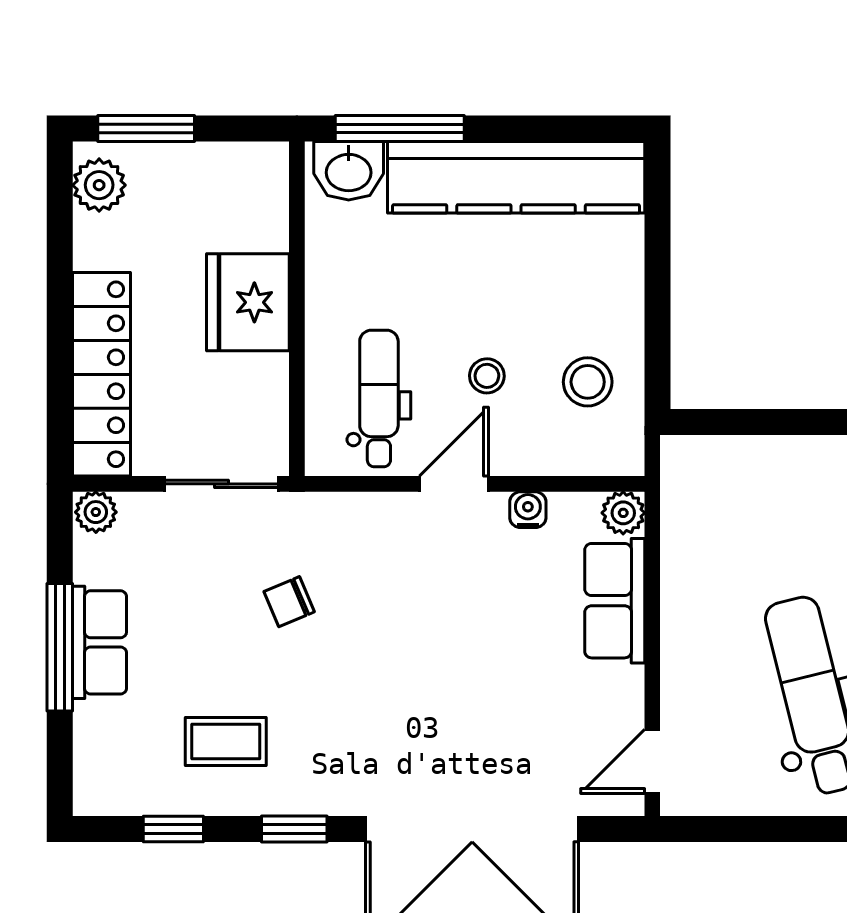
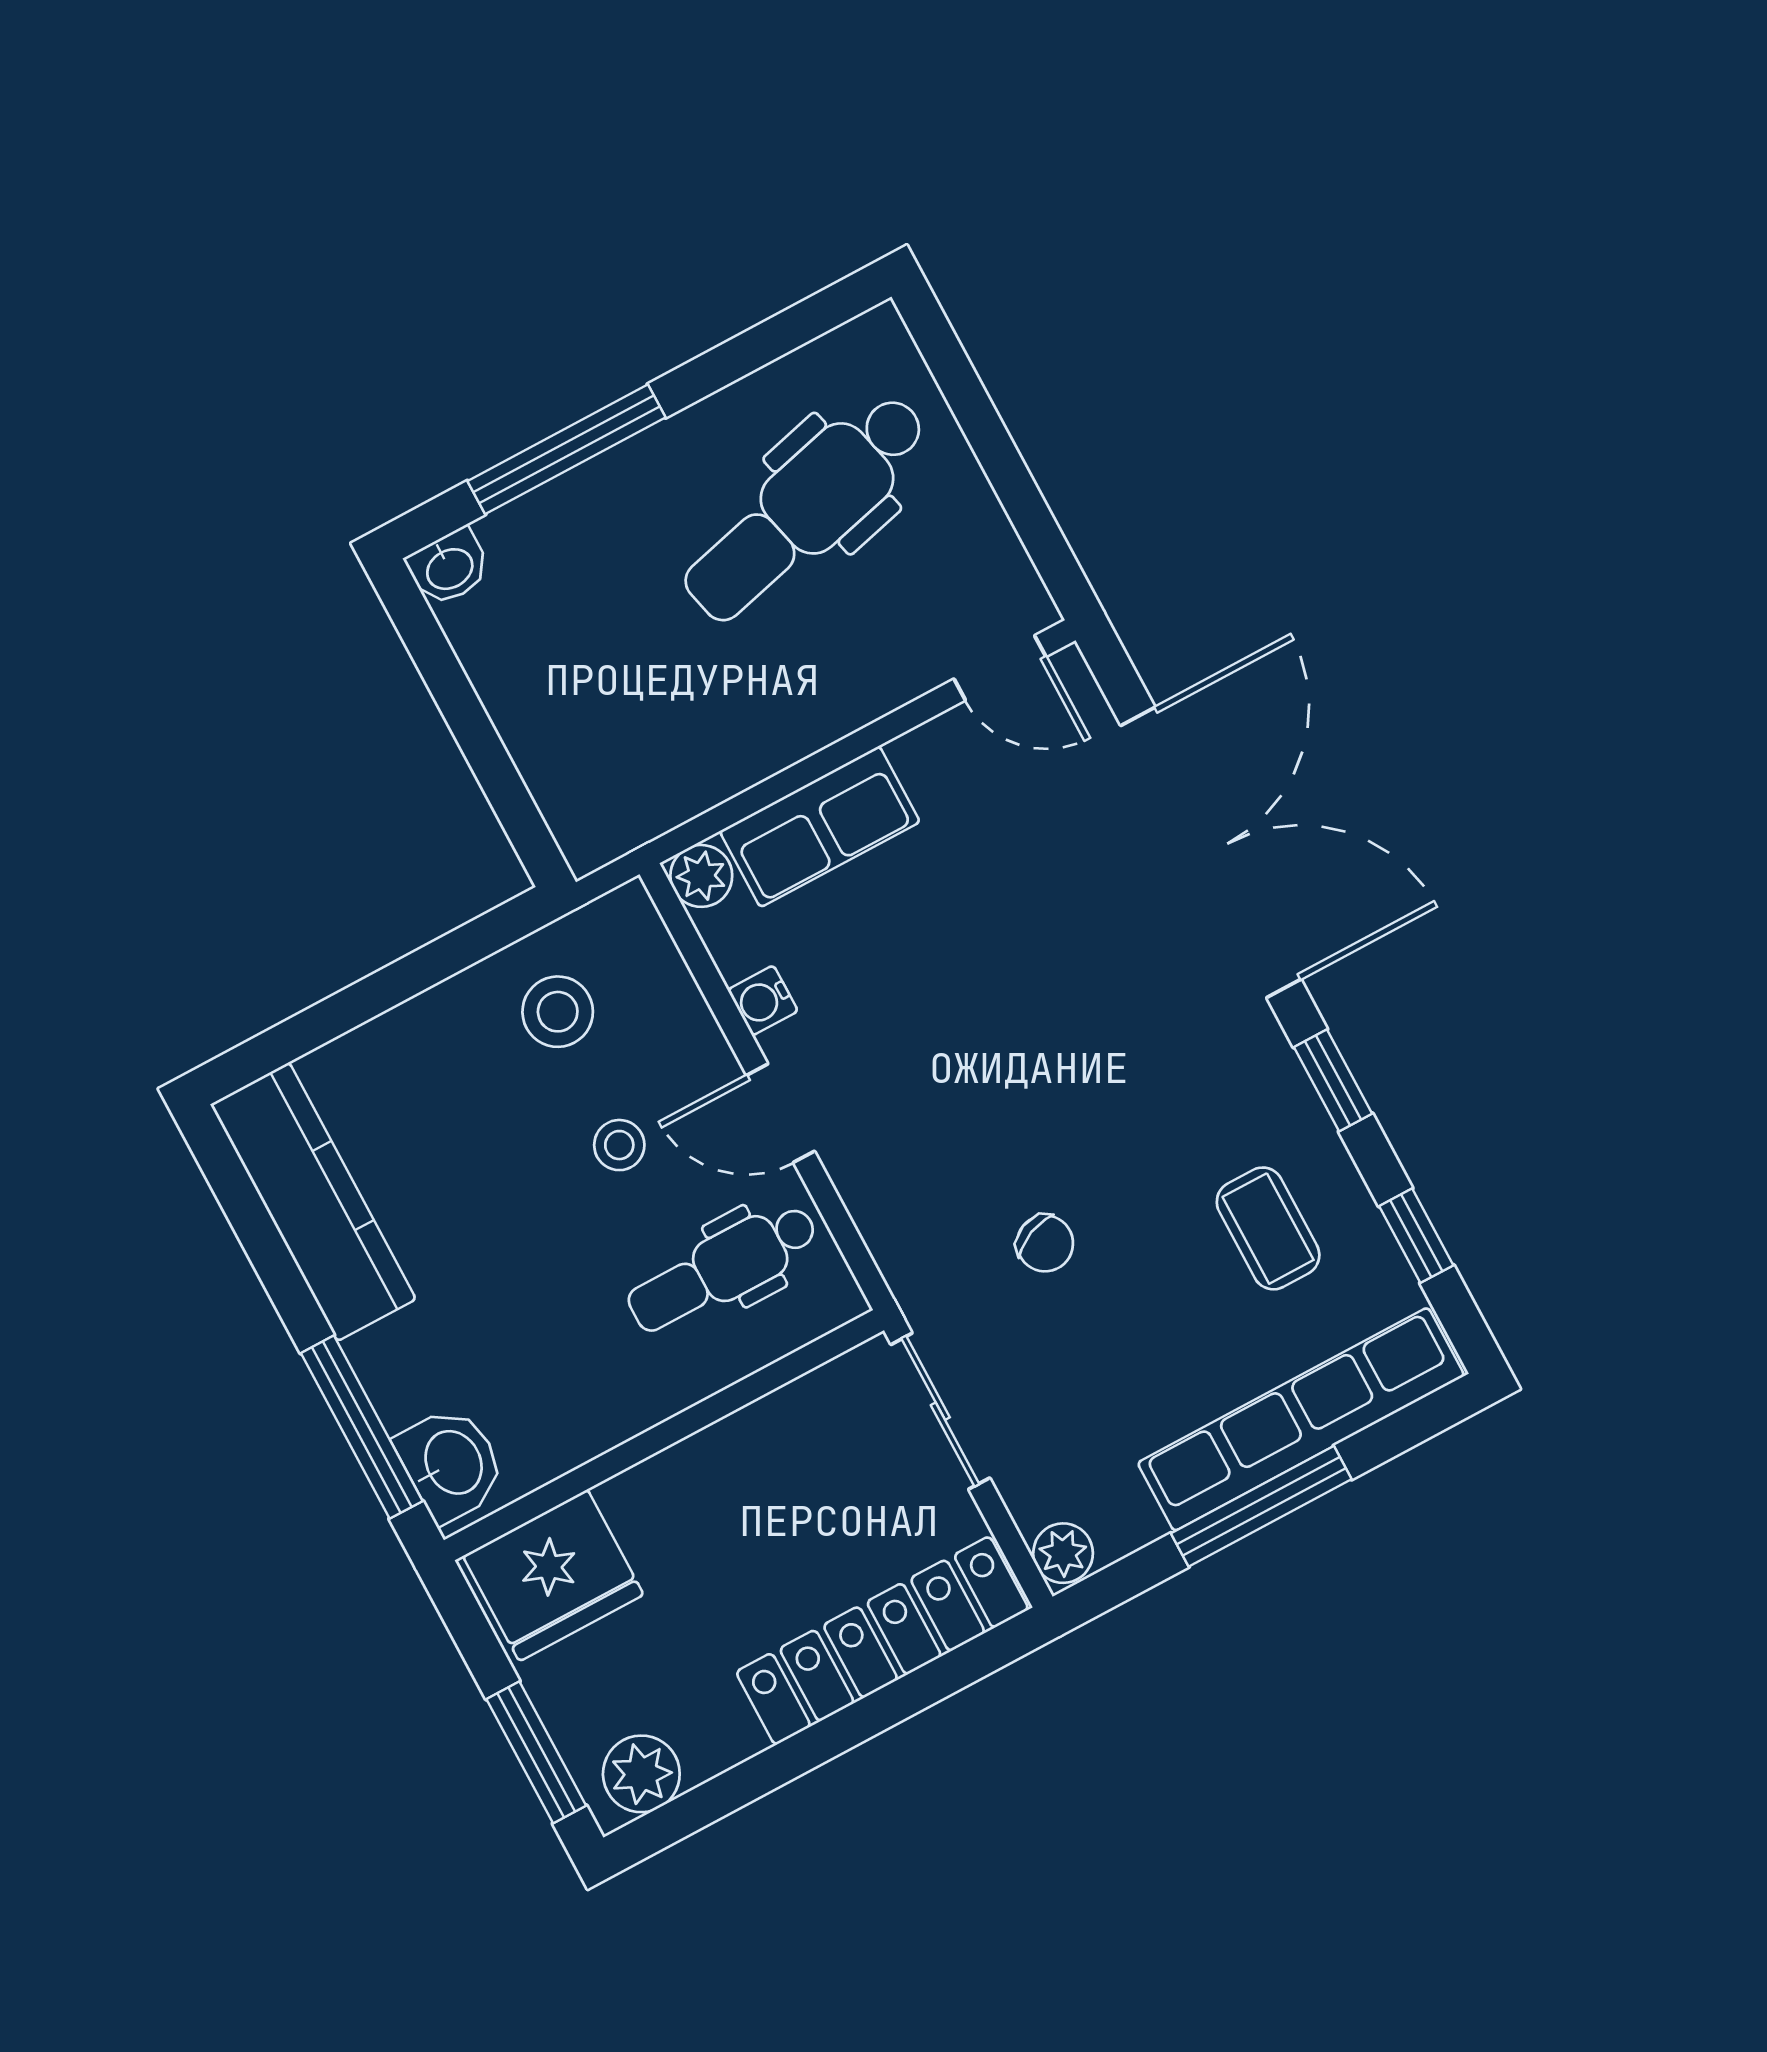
kitchen counter: (516, 177) -> (313, 1202), width x0.72, depth x0.86
fridge: (248, 302) -> (553, 1575), moved
row of seats: (100, 642) -> (1301, 1419), width x2.02

